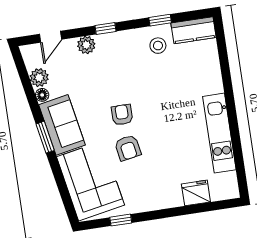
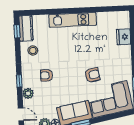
window: (160, 20) -> (17, 31), moved
armchair: (122, 115) -> (46, 75), moved
kitchen unit: (219, 133) -> (73, 20), moved

